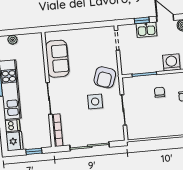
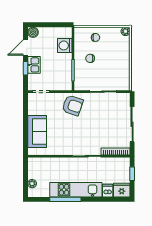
sofa: (57, 59) -> (37, 131), moved, turned 90
side table: (95, 102) -> (93, 116), removed

